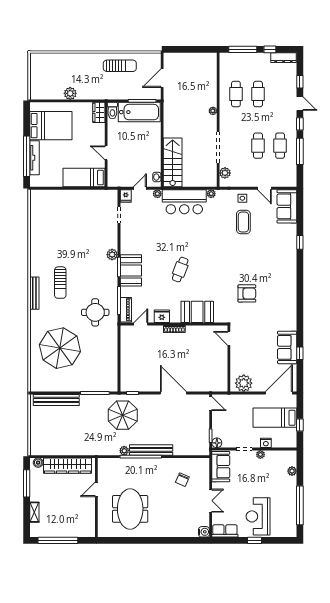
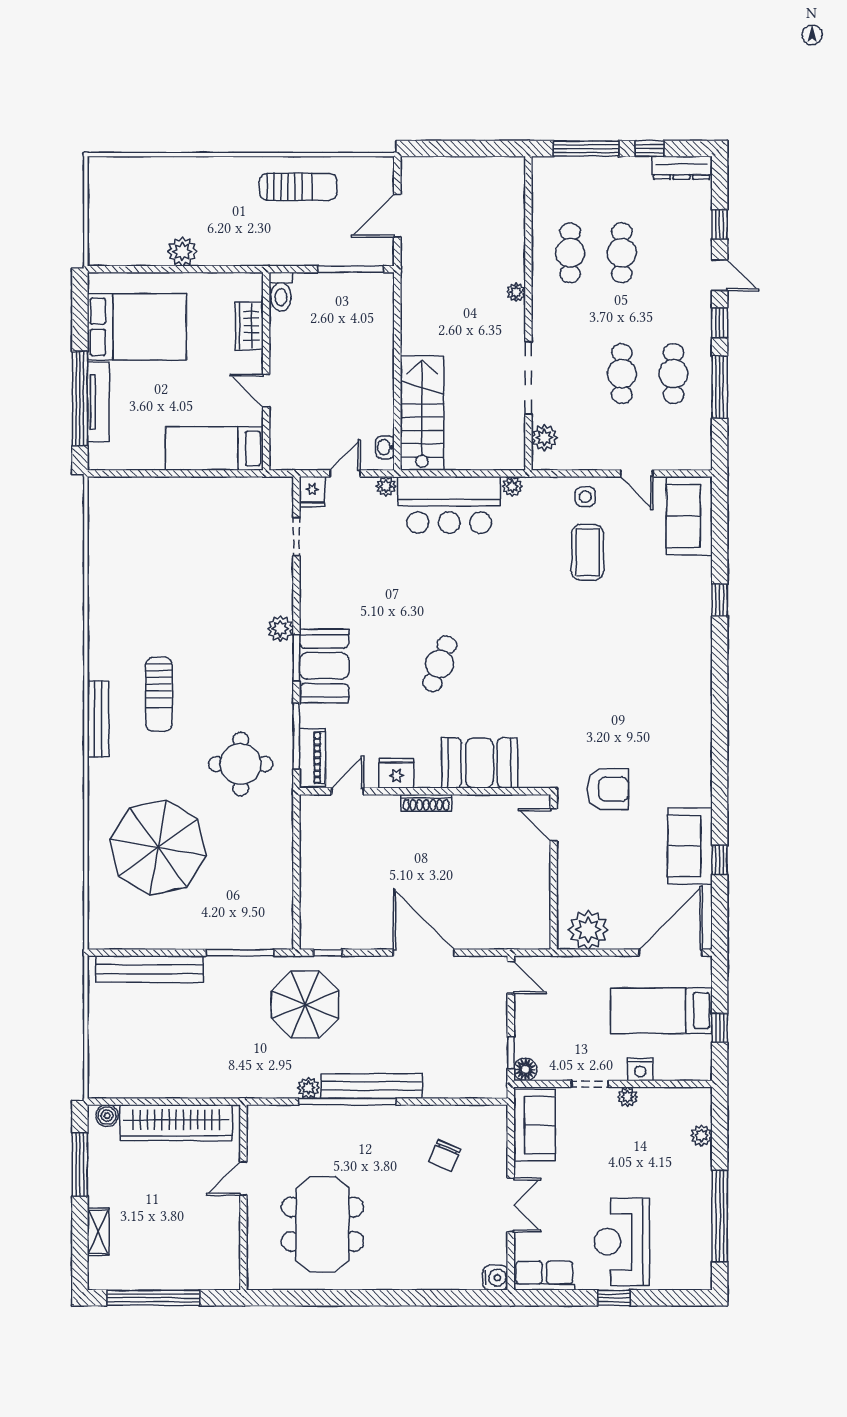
wardrobe: (99, 112) -> (249, 326), moved
bathtub: (139, 112) -> (344, 295), removed
armchair: (247, 293) -> (608, 789), moved

